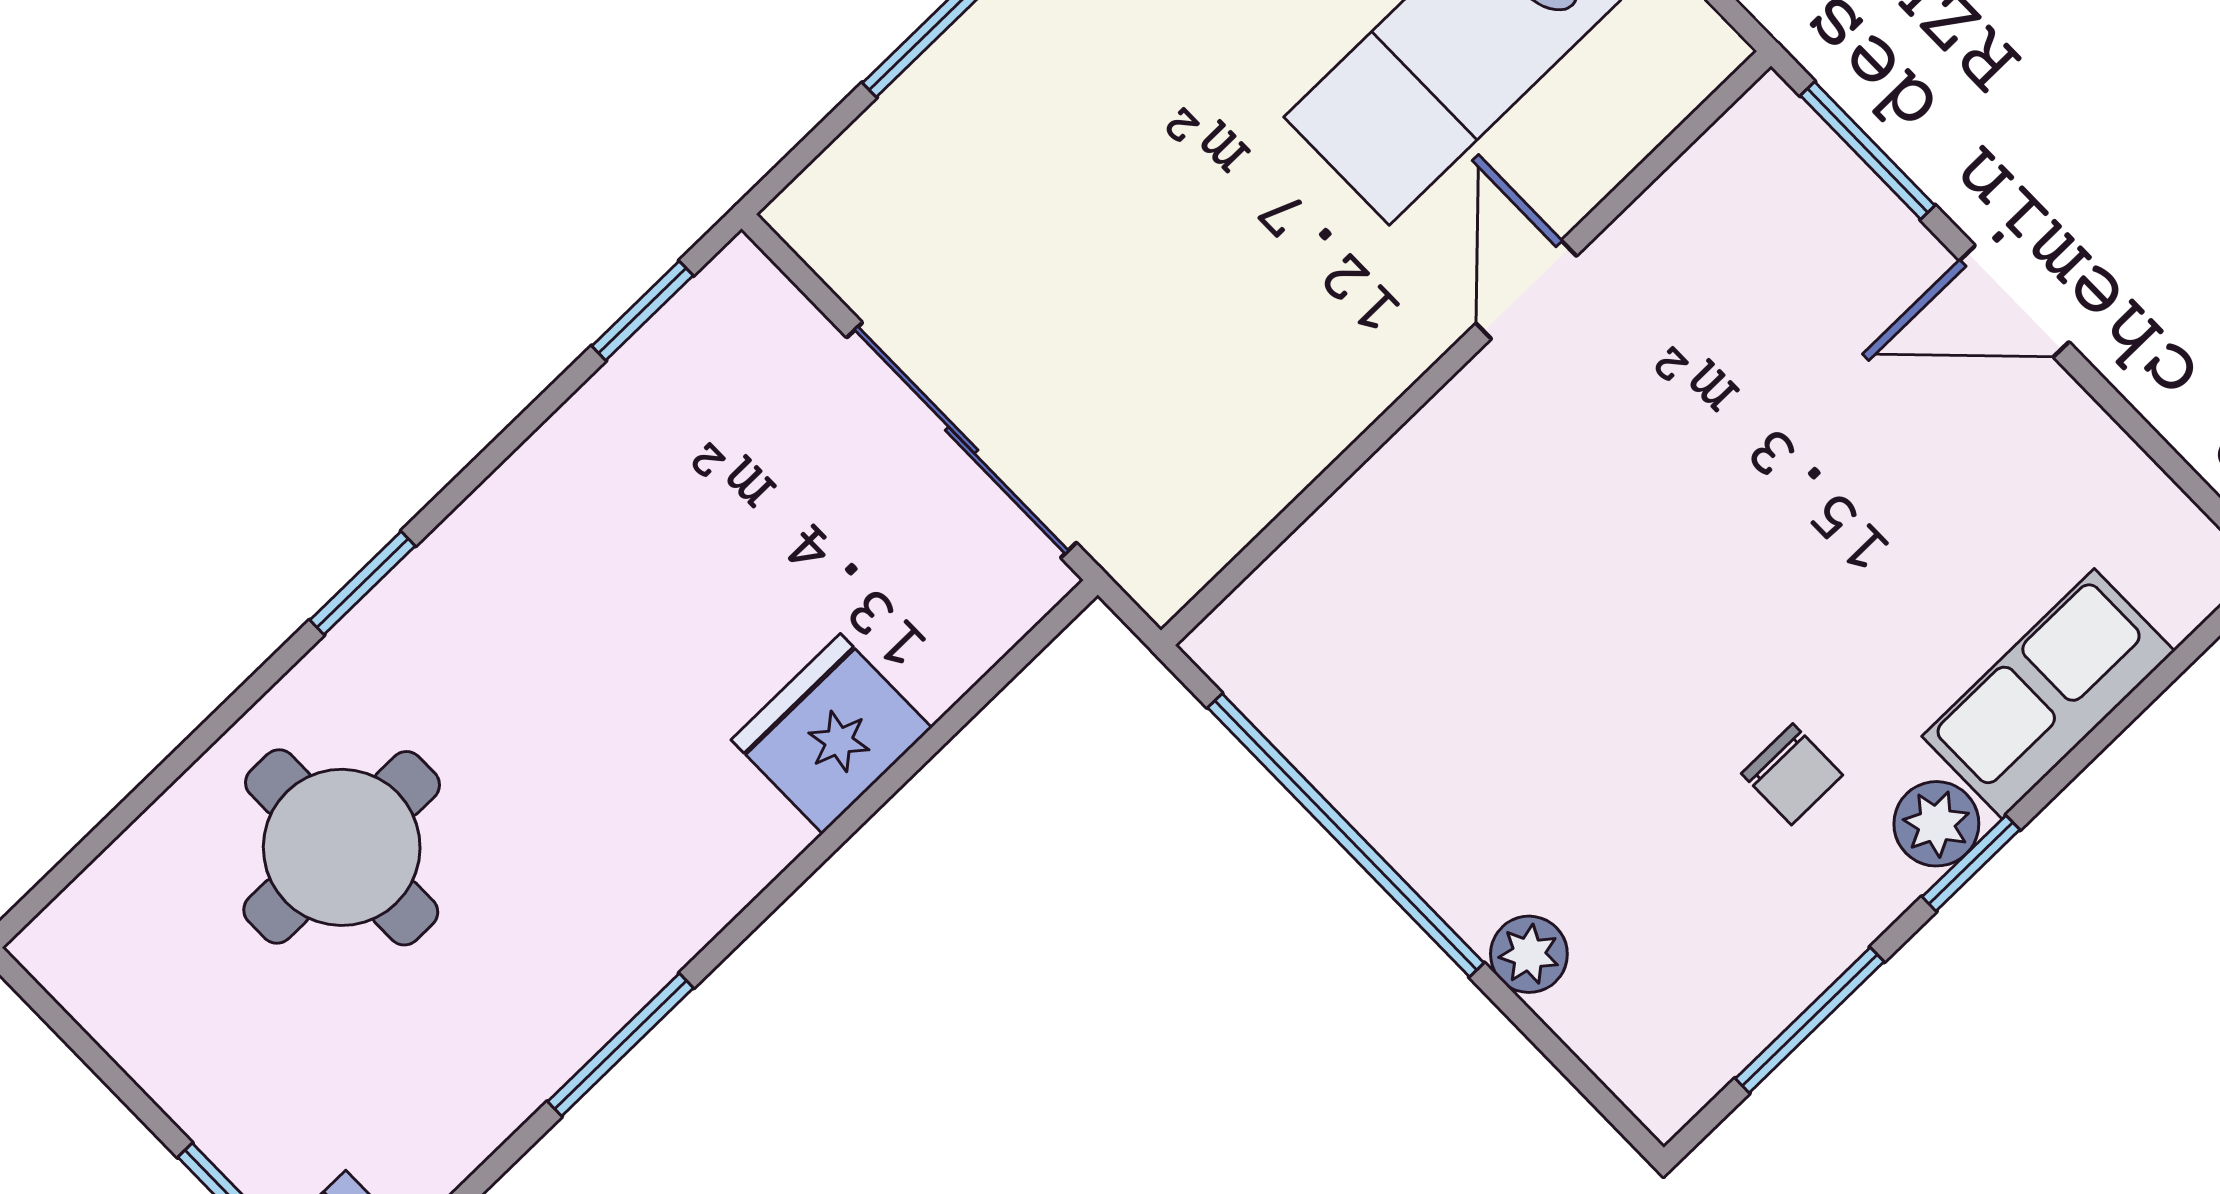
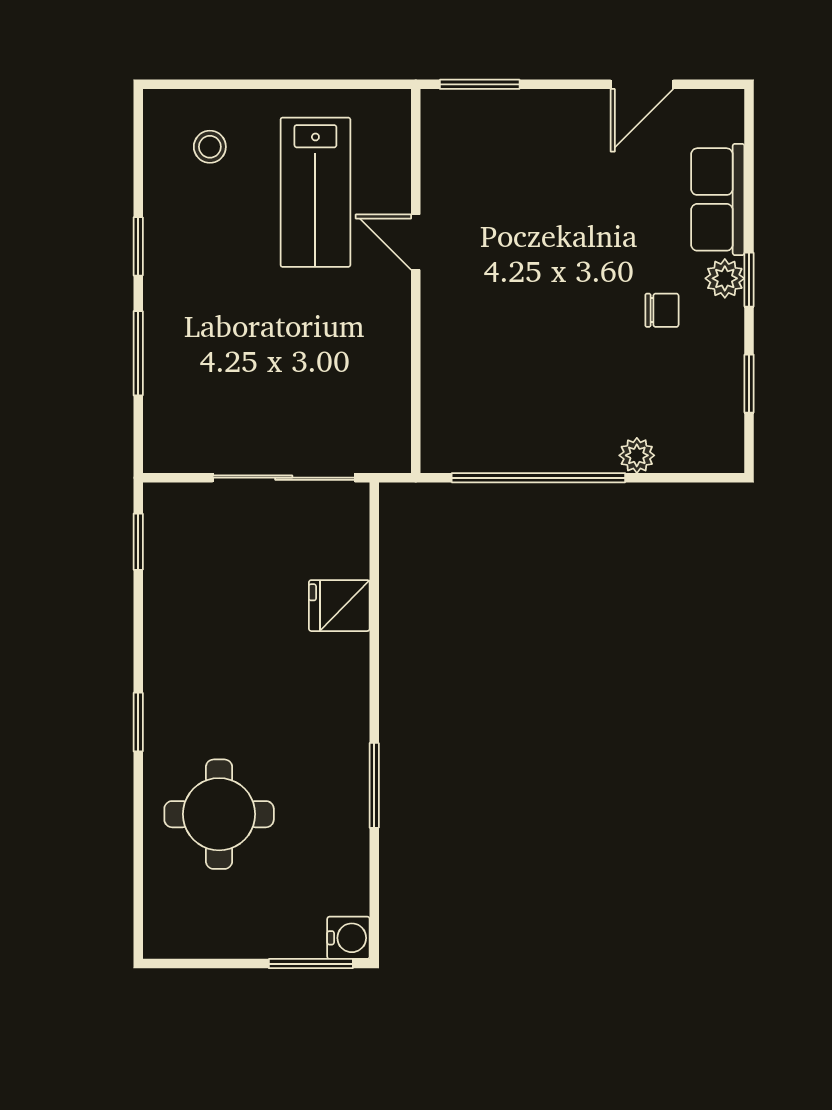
door: (2014, 301) -> (642, 84), moved
fridge: (832, 734) -> (339, 606), width x0.72
window: (1810, 1020) -> (749, 384), width x0.67

